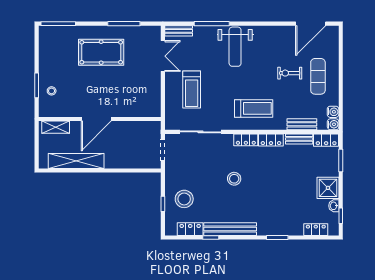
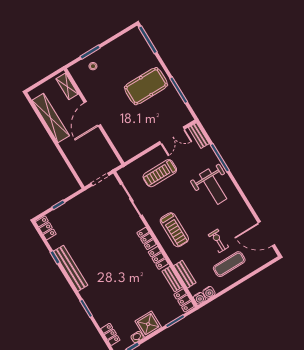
weight bench: (235, 47) -> (213, 187), turned -90
pool table: (101, 52) -> (146, 86), turned 90
door: (96, 119) -> (92, 114), hinge flipped
stool: (234, 179) -> (111, 248), removed
stool: (184, 199) -> (72, 219), removed
locker: (190, 229) -> (46, 228), moved

